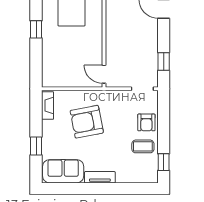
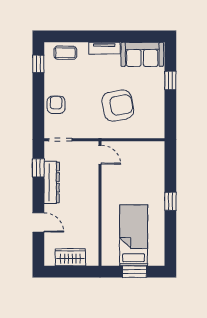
dresser: (151, 48) -> (52, 182), added
fireplace: (48, 106) -> (158, 122), removed
coffee table: (143, 146) -> (65, 53), moved

